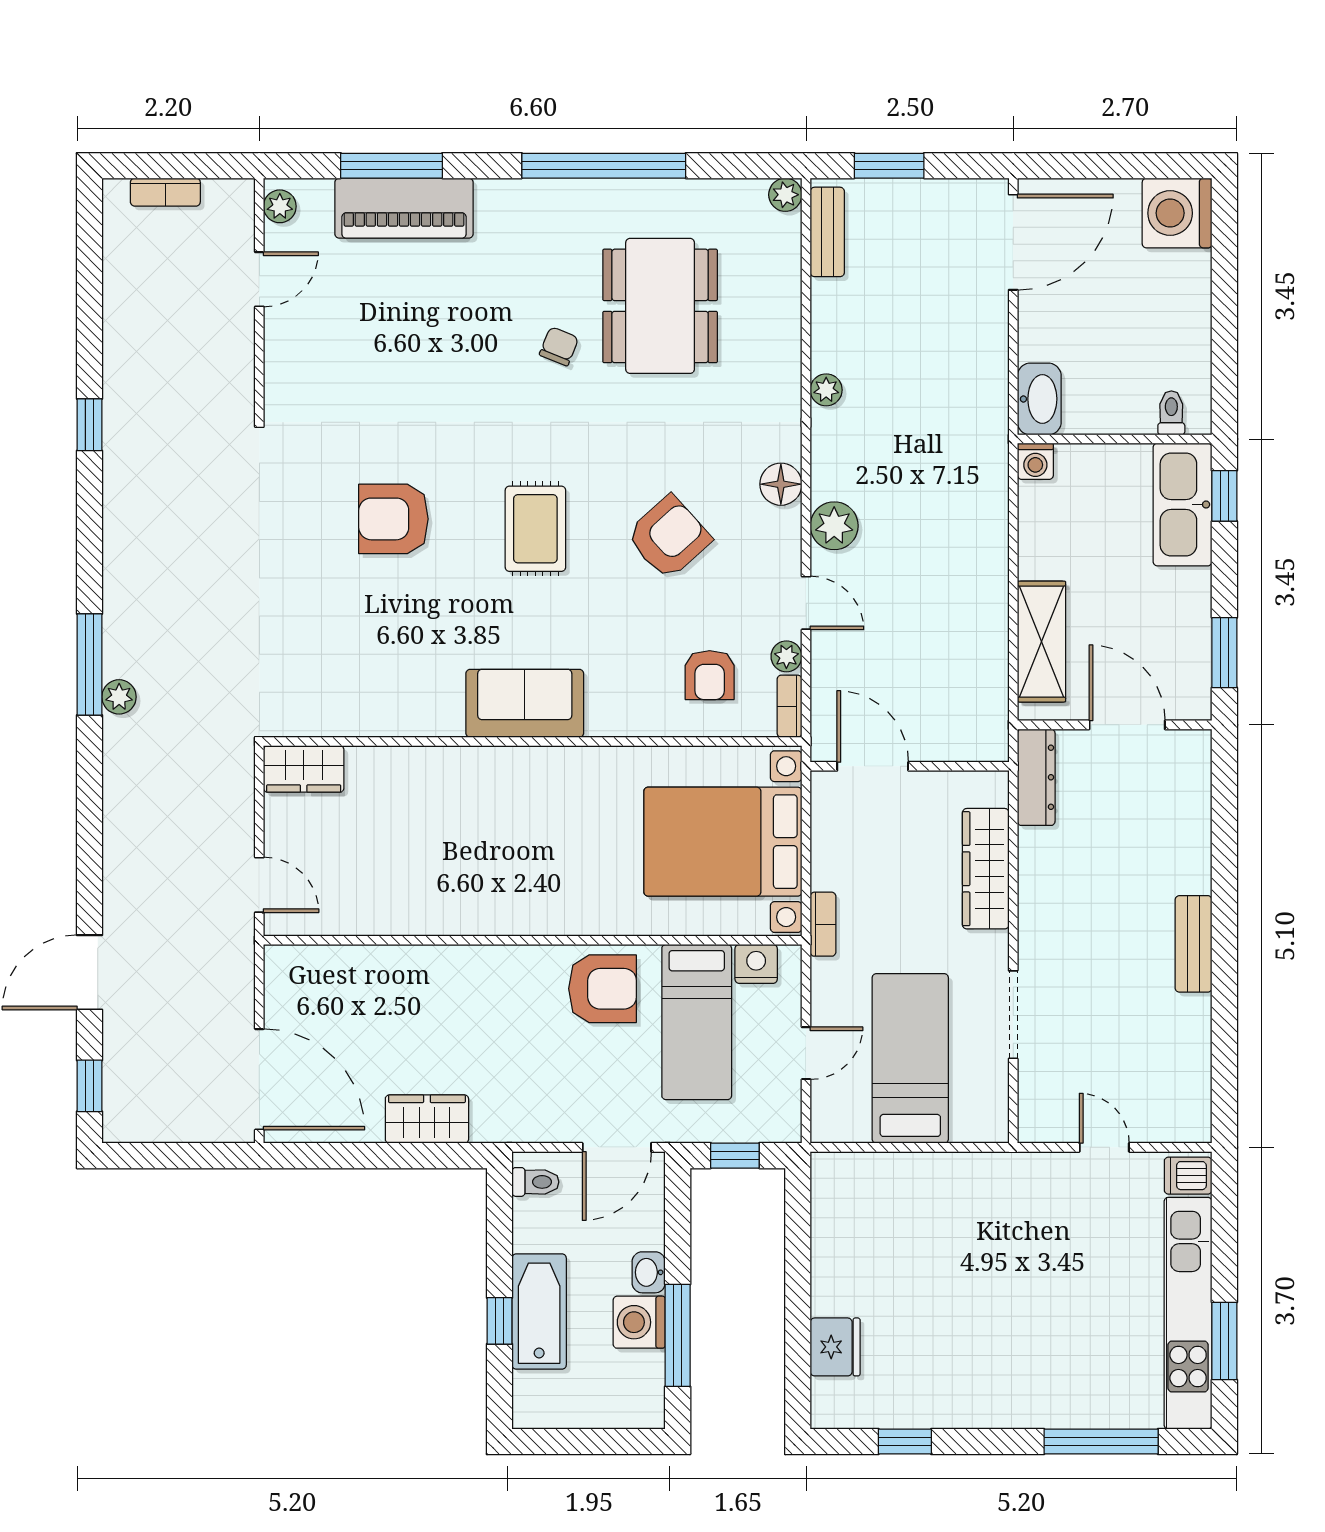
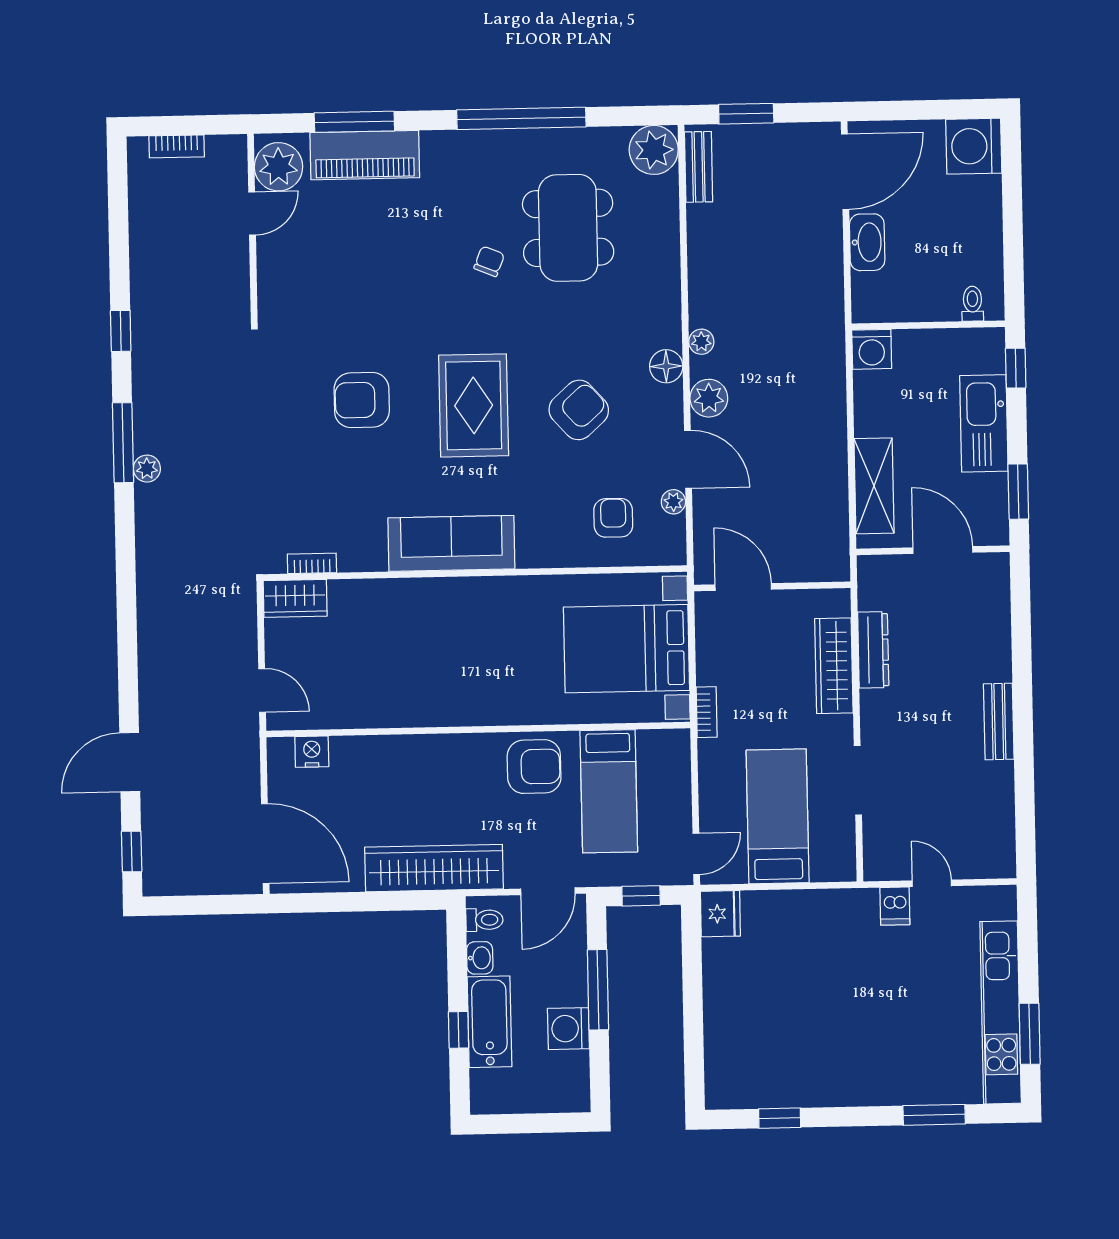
plant: (785, 195) -> (654, 150), width x1.87, depth x1.87
plant: (280, 206) -> (279, 167), width x1.88, depth x1.88
plant: (826, 390) -> (701, 342), moved
washbasin: (1039, 399) -> (867, 242), moved
washing machine: (1035, 461) -> (872, 349), width x1.38, depth x1.38
kitchen sink: (1183, 505) -> (984, 423), moved
rug: (535, 529) -> (474, 405), width x1.36, depth x1.43
door: (806, 603) -> (688, 459), width x1.38
window: (89, 664) -> (123, 443), moved
armchair: (710, 675) -> (613, 518), turned 180
plant: (119, 697) -> (147, 469), moved
sofa: (525, 703) -> (451, 543), width x1.36
bookcase: (789, 706) -> (312, 563), moved, turned 90
dresser: (1036, 777) -> (873, 650), moved
nightstand: (756, 964) -> (312, 752), moved
door: (806, 1053) -> (696, 854), moved
wardrobe: (427, 1119) -> (434, 868), width x2.10, depth x1.17
dishwasher: (1188, 1176) -> (895, 906), moved, turned -90
washbasin: (649, 1272) -> (480, 958), moved, turned 180
window: (678, 1335) -> (598, 990), moved
fridge: (835, 1347) -> (720, 914), moved
window: (1101, 1441) -> (934, 1115), width x0.69

